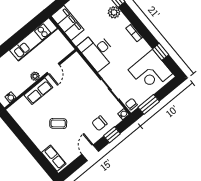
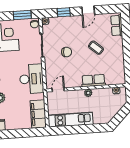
door: (53, 69) -> (58, 90), moved
chair: (100, 123) -> (67, 52), moved

